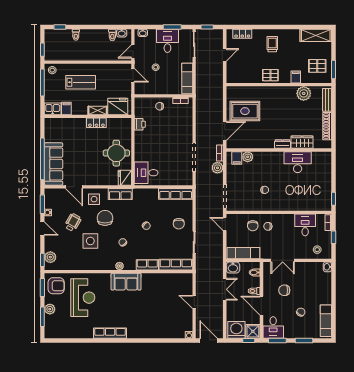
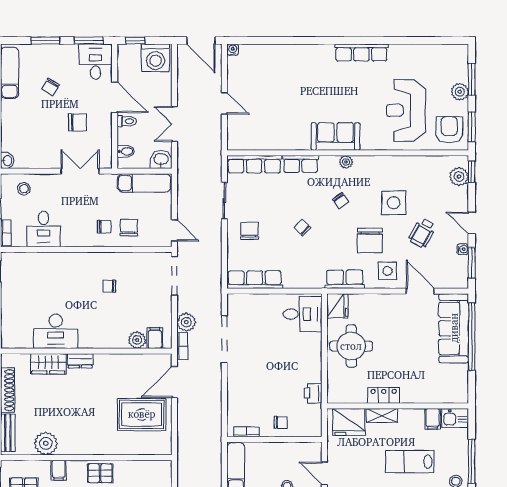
armchair: (56, 286) -> (449, 130), turned 90
shower: (253, 331) -> (129, 55), removed

